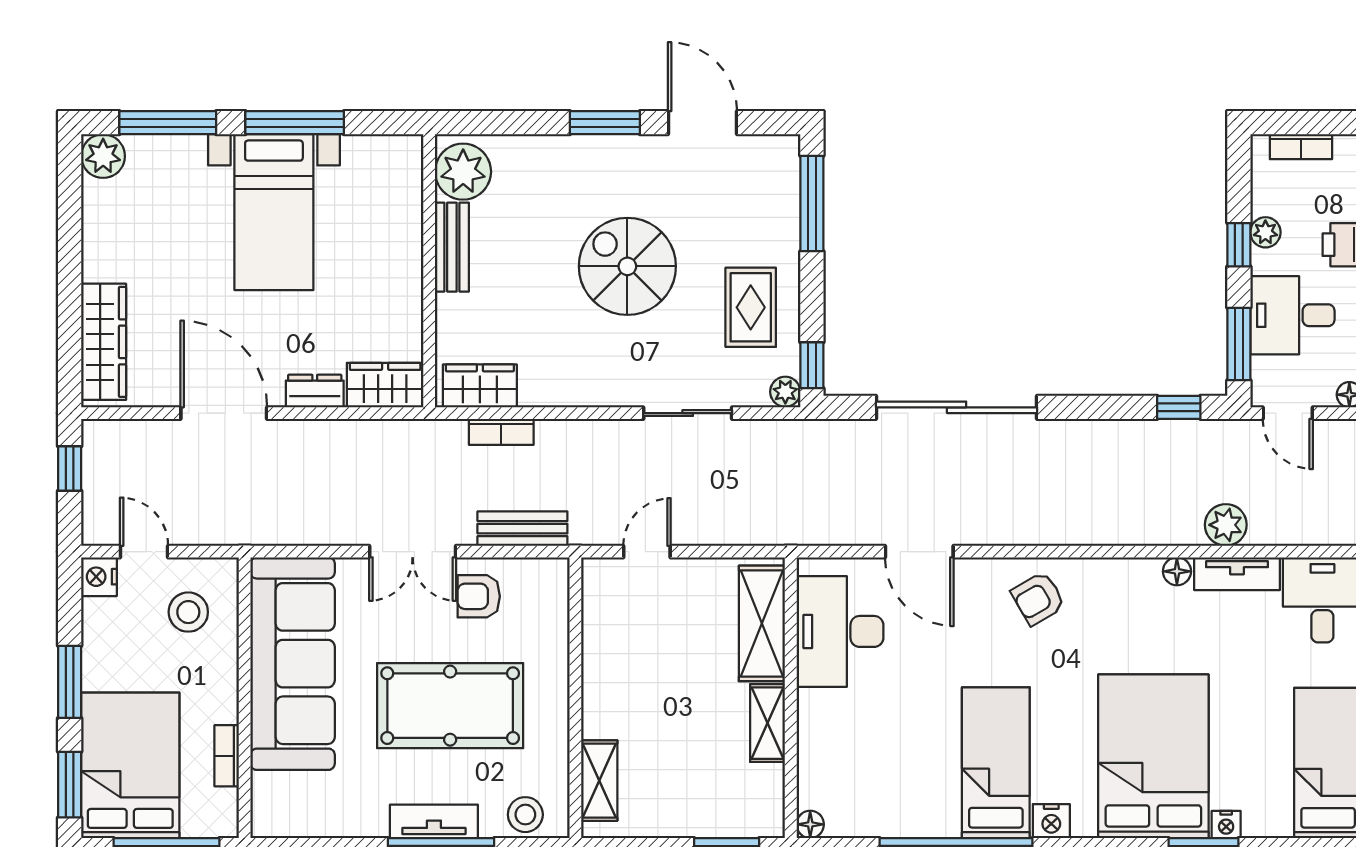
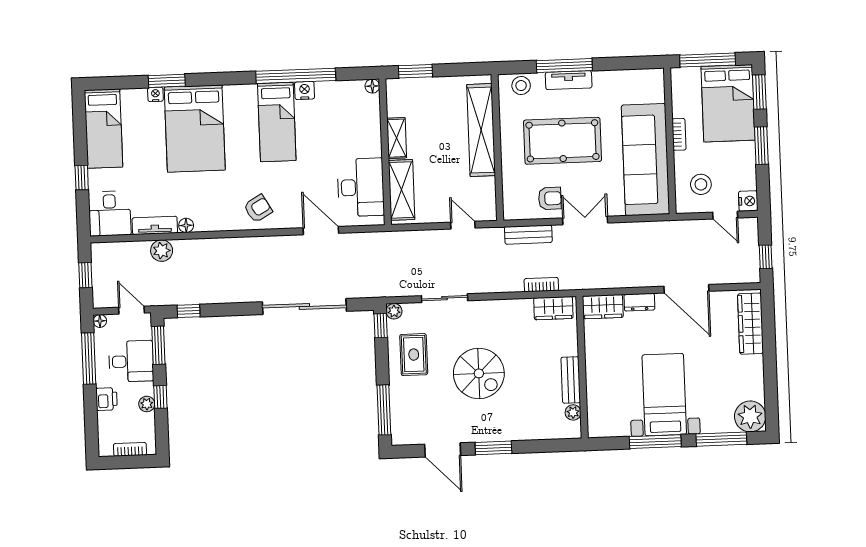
plant: (103, 156) -> (750, 416), width x1.36, depth x1.36
plant: (463, 172) -> (573, 412), width x0.53, depth x0.53
door: (647, 552) -> (463, 225), swing flipped
bookcase: (227, 756) -> (679, 134), moved
shelving: (599, 781) -> (481, 130), width x2.20, depth x1.33
nightstand: (1051, 821) -> (305, 90), moved

